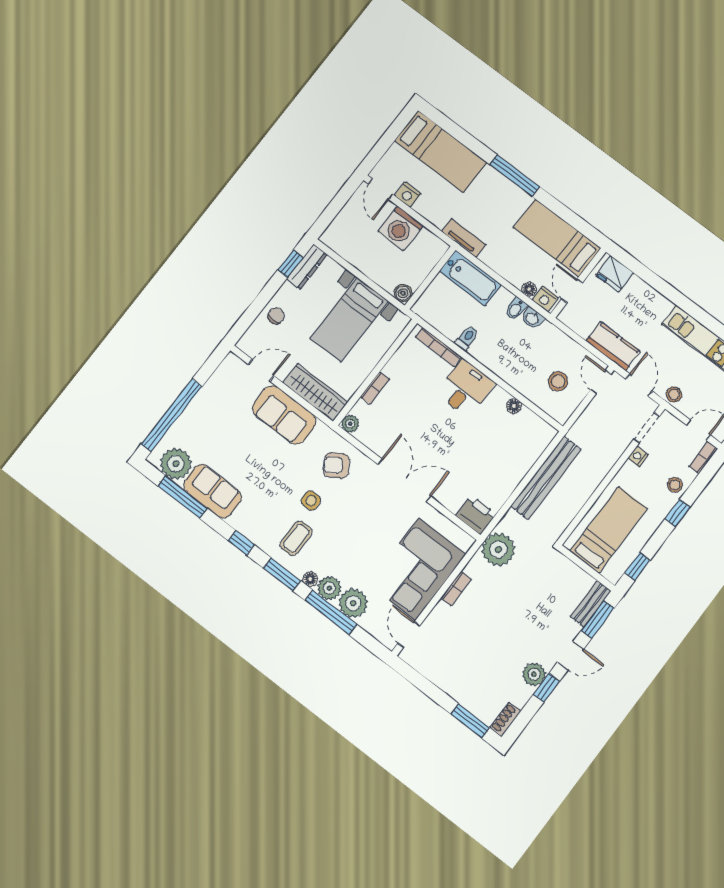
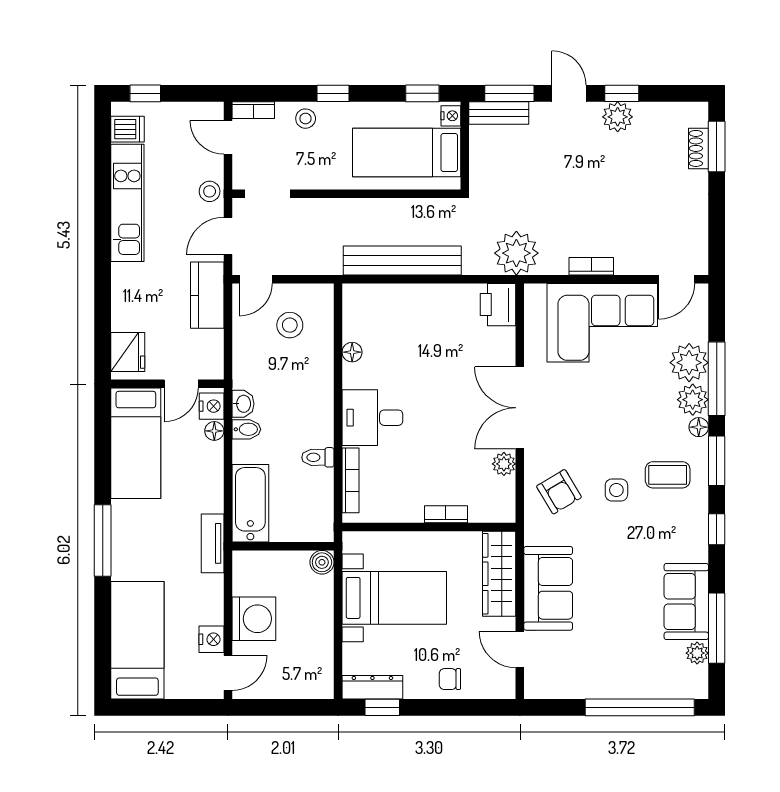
plant: (350, 424) -> (504, 464), moved
nightstand: (638, 456) -> (451, 116), moved, turned -90
plant: (176, 464) -> (697, 653), width x0.53, depth x0.53
shoe rack: (505, 719) -> (698, 148), moved, turned 90

